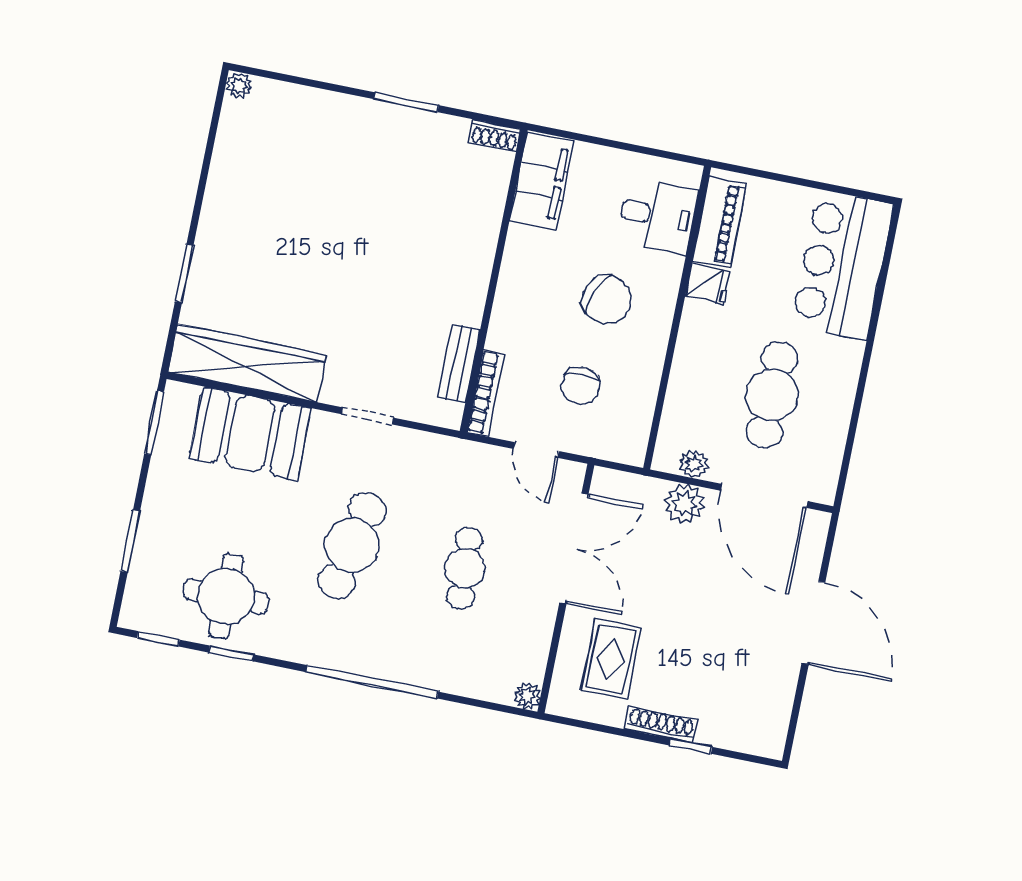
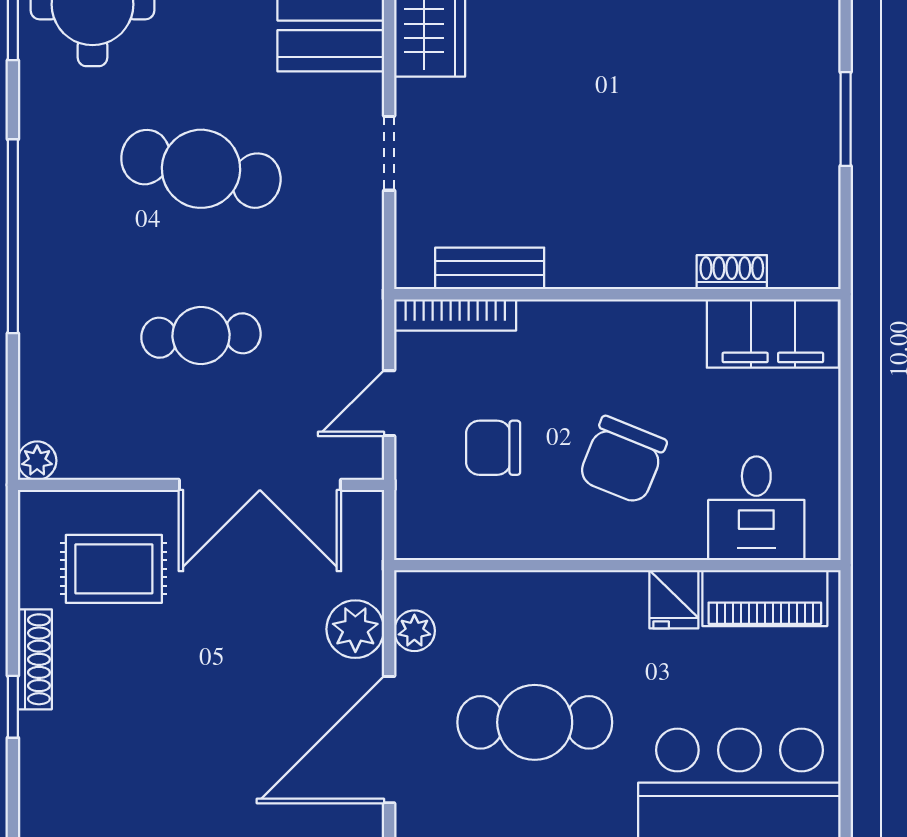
shoe rack: (495, 136) -> (732, 272), moved, turned 90

